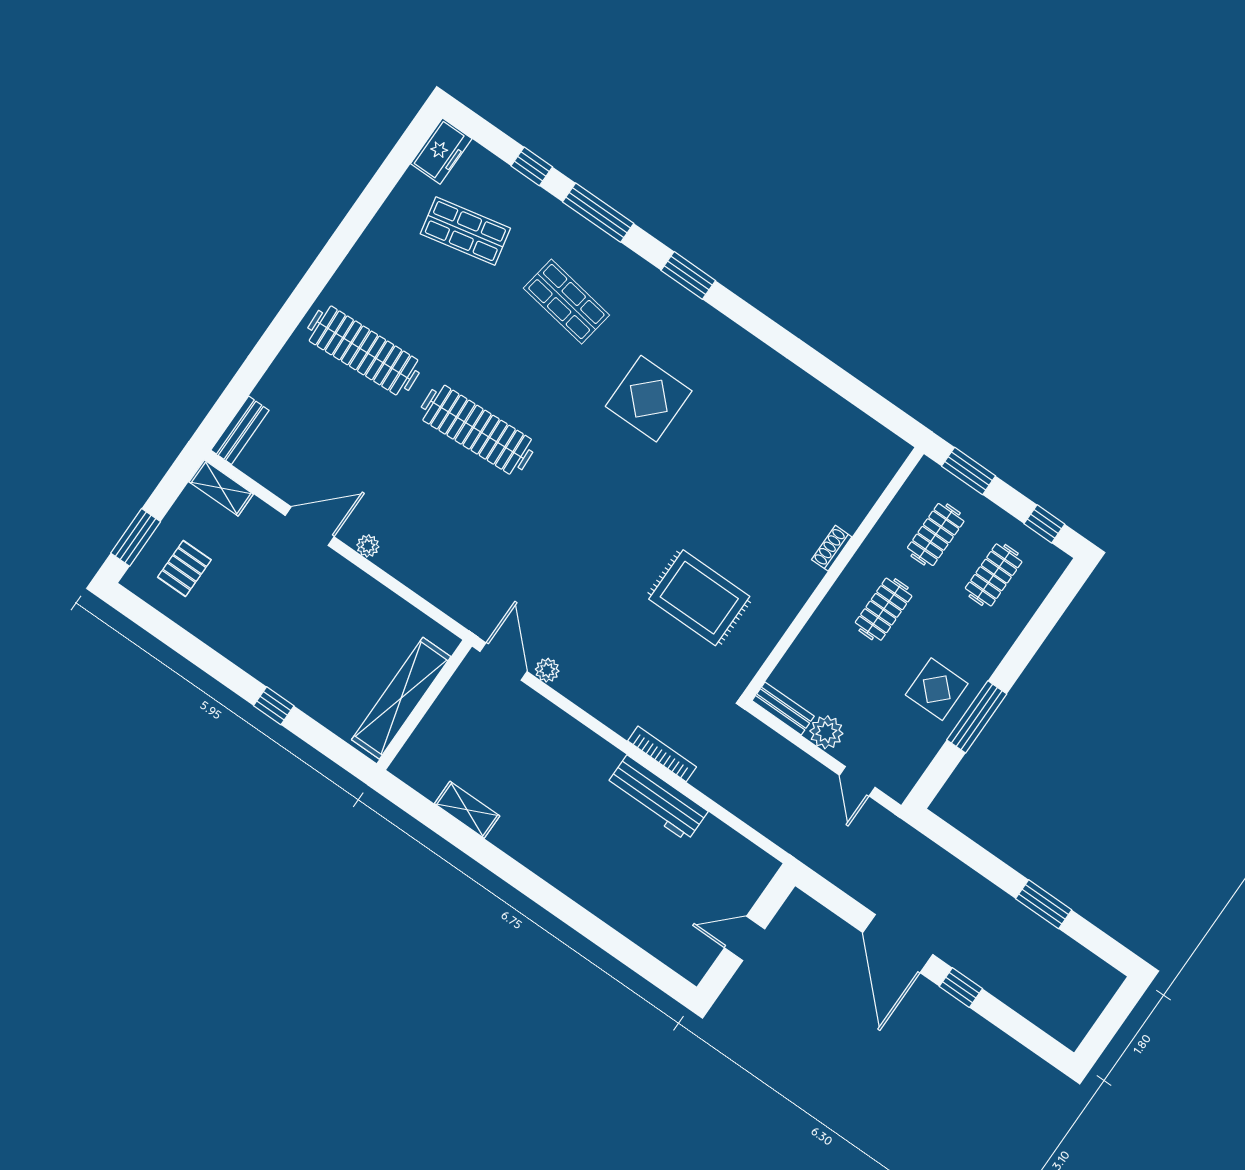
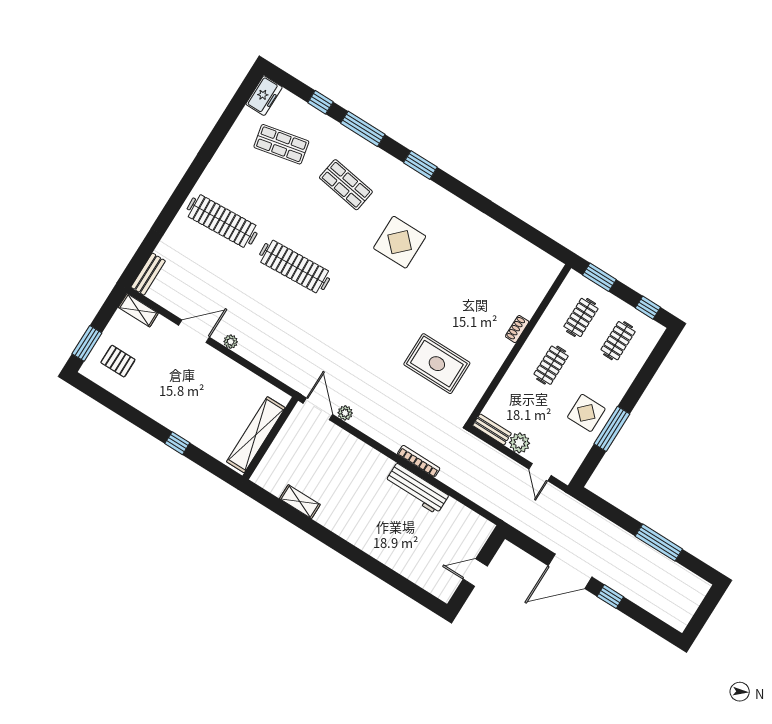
pallet: (184, 568) -> (118, 361), turned 90
window: (1044, 904) -> (659, 543), width x1.44
door: (898, 944) -> (570, 571), hinge flipped

